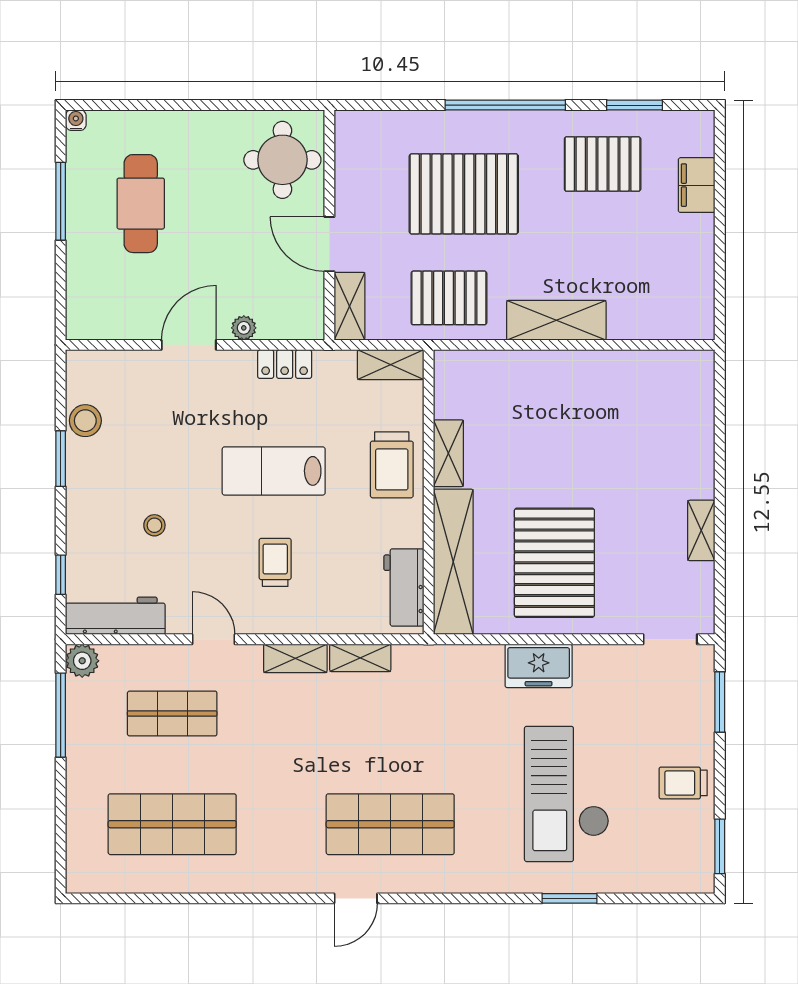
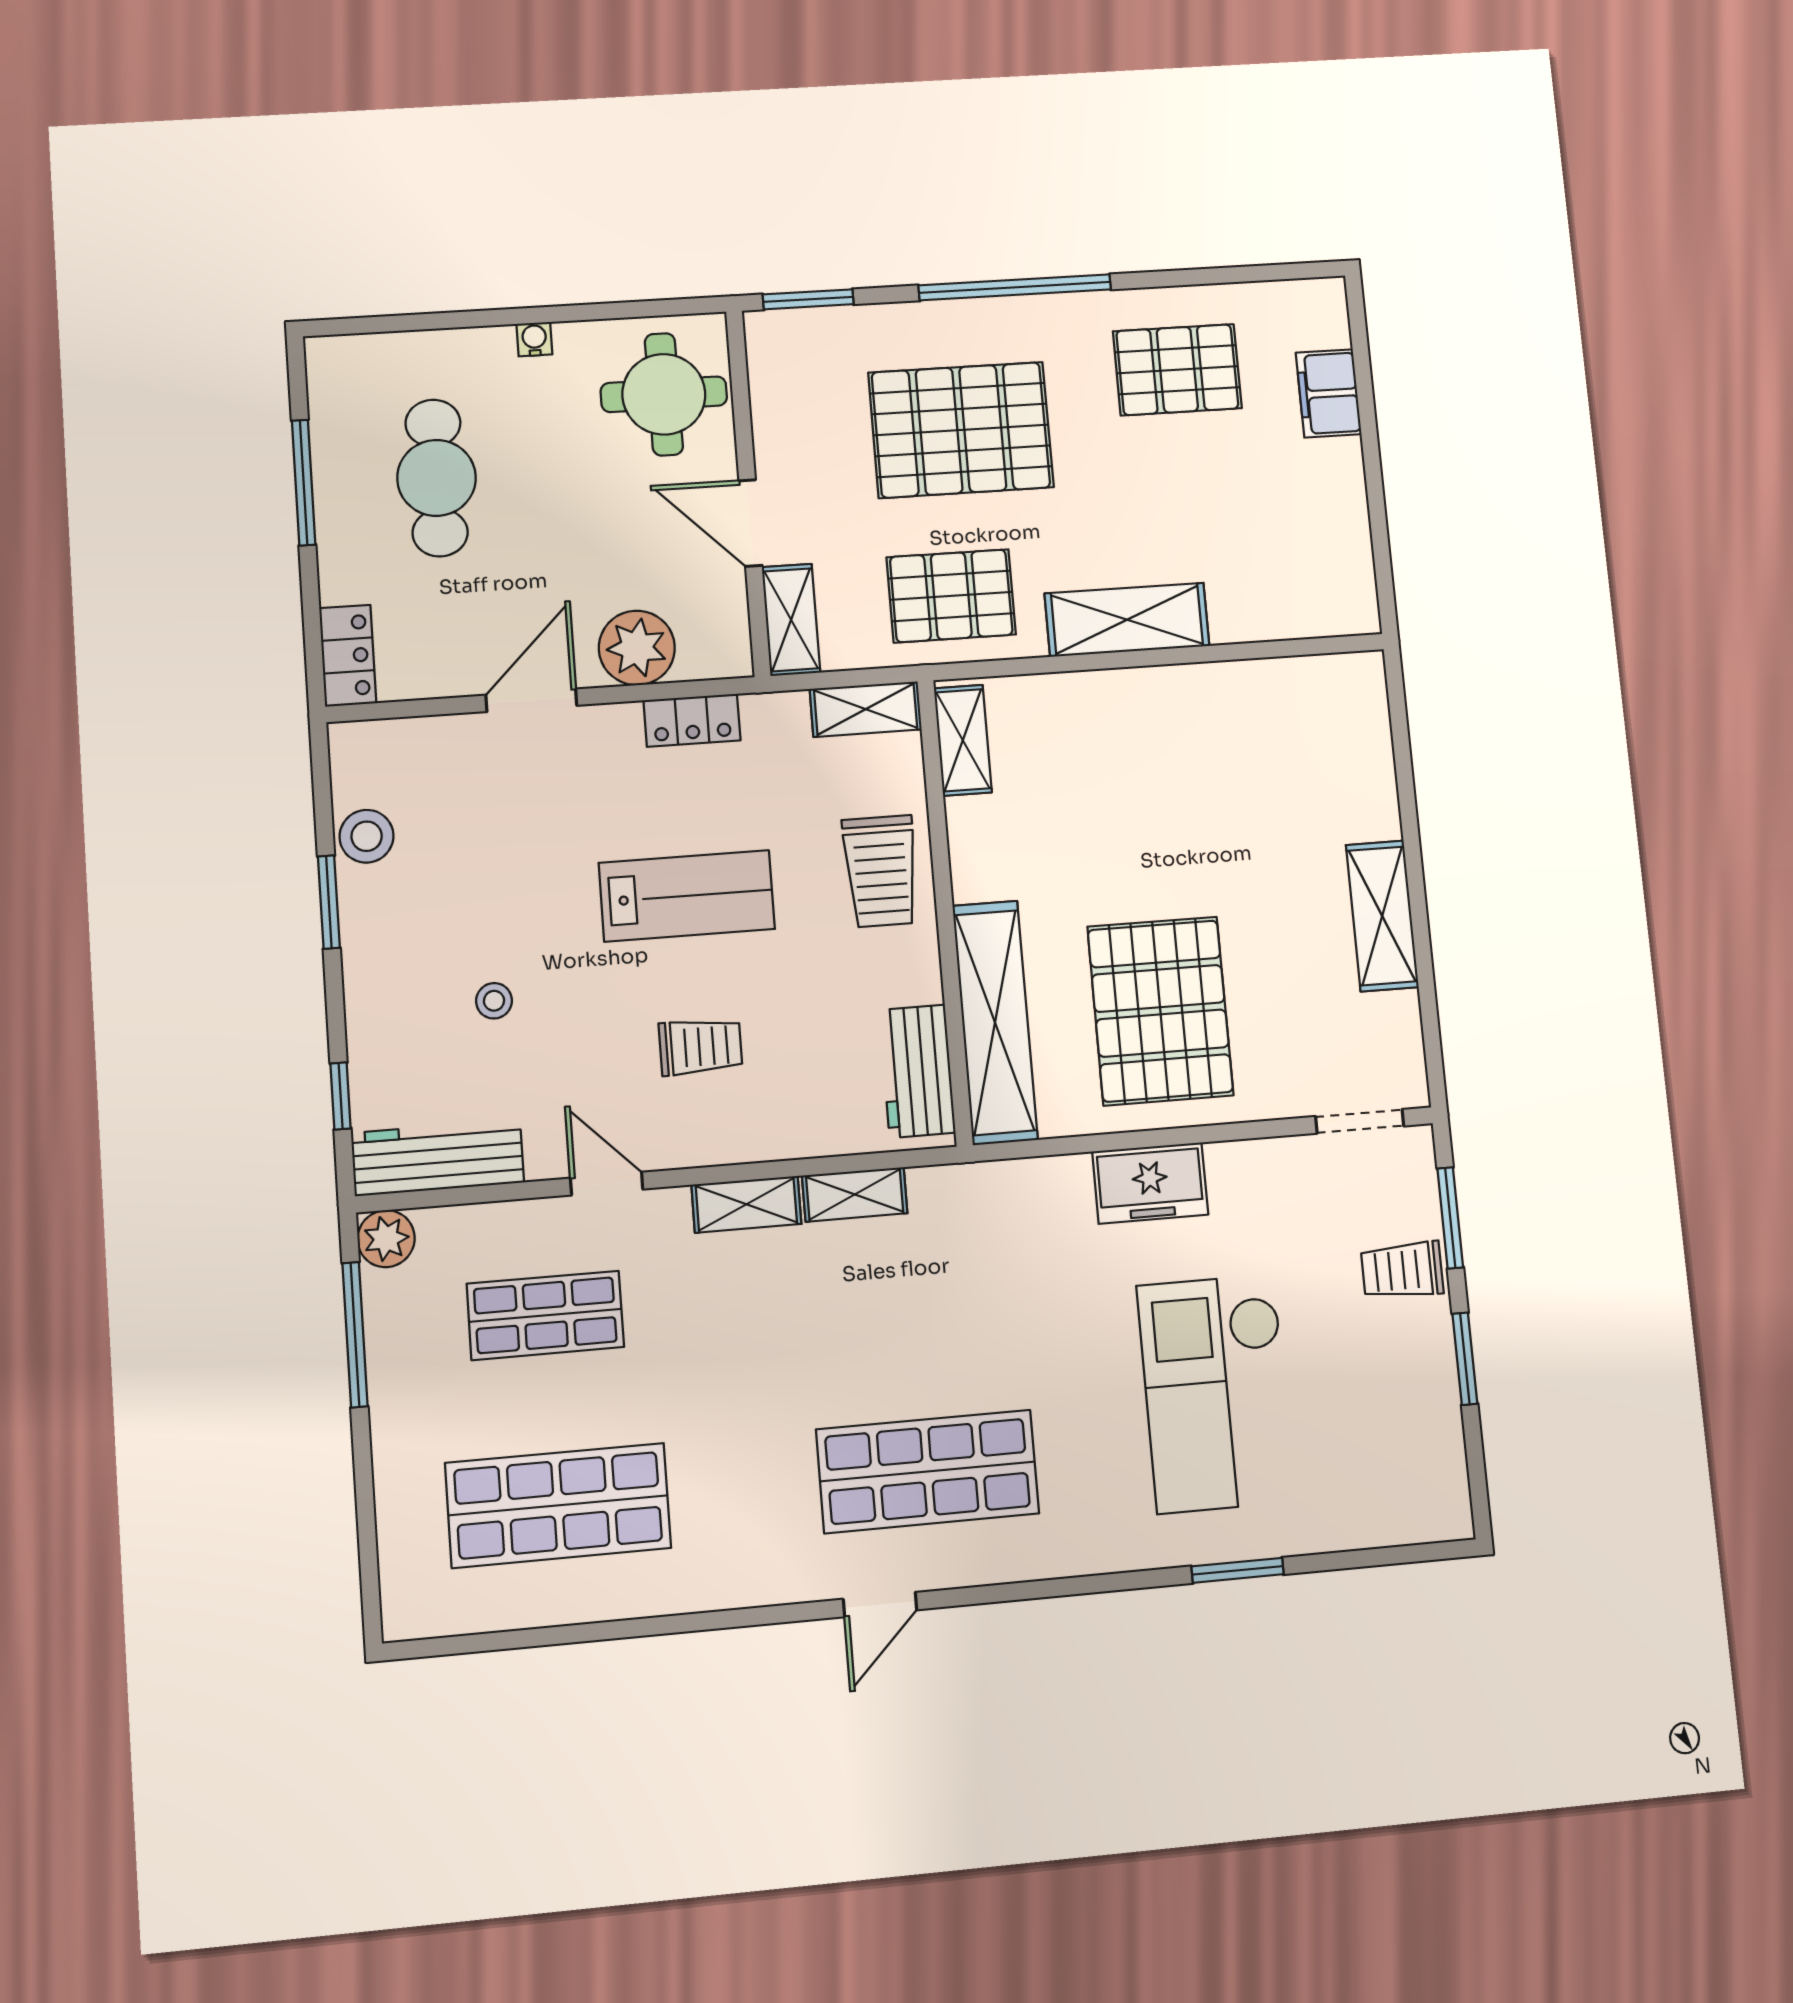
window: (635, 105) -> (808, 299), moved
water cooler: (76, 120) -> (534, 339), moved
locker: (81, 310) -> (348, 656), added
plant: (244, 328) -> (637, 648), width x1.88, depth x1.88
shelving: (448, 453) -> (963, 740), moved
lab bench: (274, 471) -> (687, 896), turned 180
shelving: (701, 530) -> (1382, 916), width x1.50, depth x1.33
trolley: (275, 562) -> (701, 1047), turned 90
trolley: (683, 783) -> (1402, 1270), moved
window: (720, 846) -> (1465, 1359), moved

